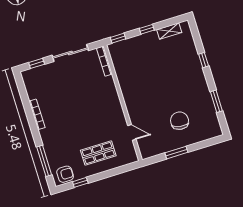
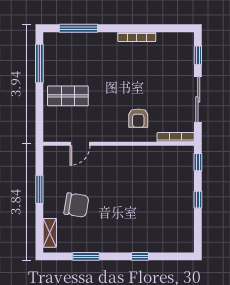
shelving: (169, 31) -> (50, 233), moved
shop shelf: (98, 153) -> (68, 96), turned 90
armchair: (65, 174) -> (138, 118), moved
window: (80, 182) -> (39, 64), width x2.17

